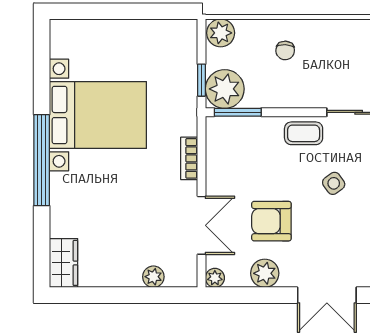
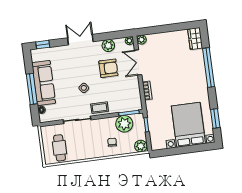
window: (42, 74) -> (215, 118), added
plant: (225, 89) -> (124, 124), moved
bed with nightstands: (98, 115) -> (188, 125), moved, turned 90
window: (42, 160) -> (209, 68), moved
plant: (153, 277) -> (141, 40), moved

